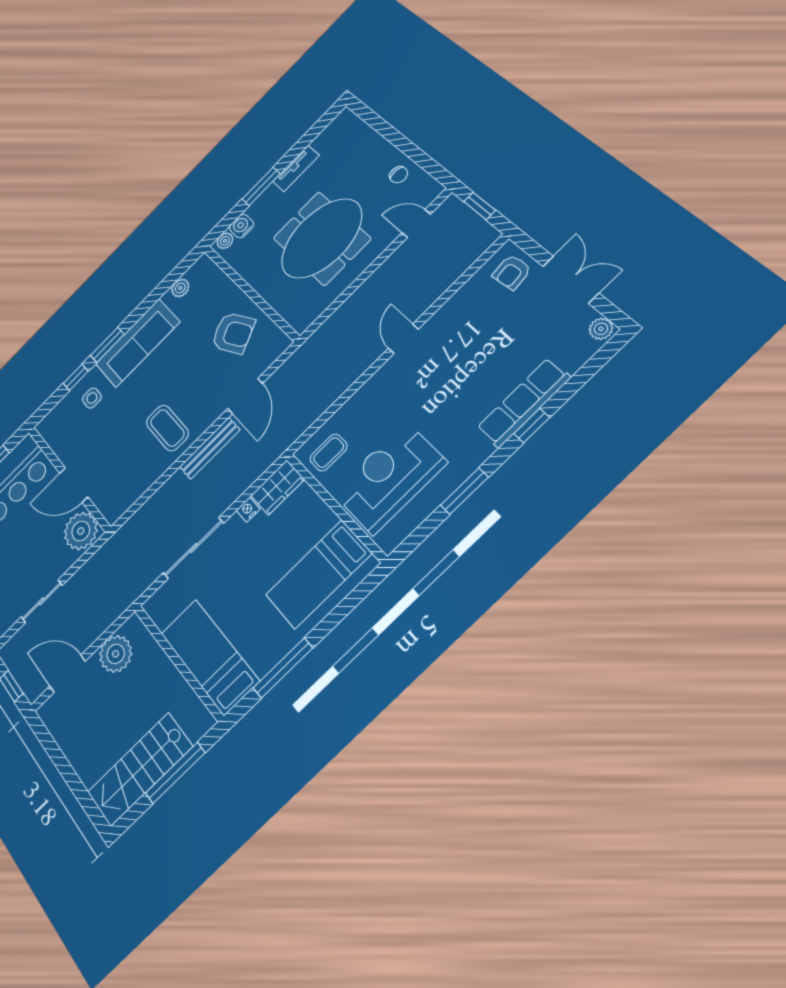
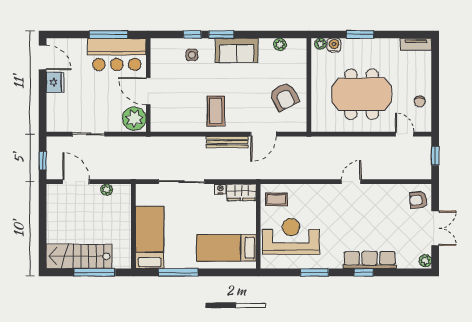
tv unit: (296, 168) -> (416, 44), moved
sofa: (137, 343) -> (237, 50), width x0.73
plant: (116, 654) -> (107, 190), width x0.53, depth x0.53

